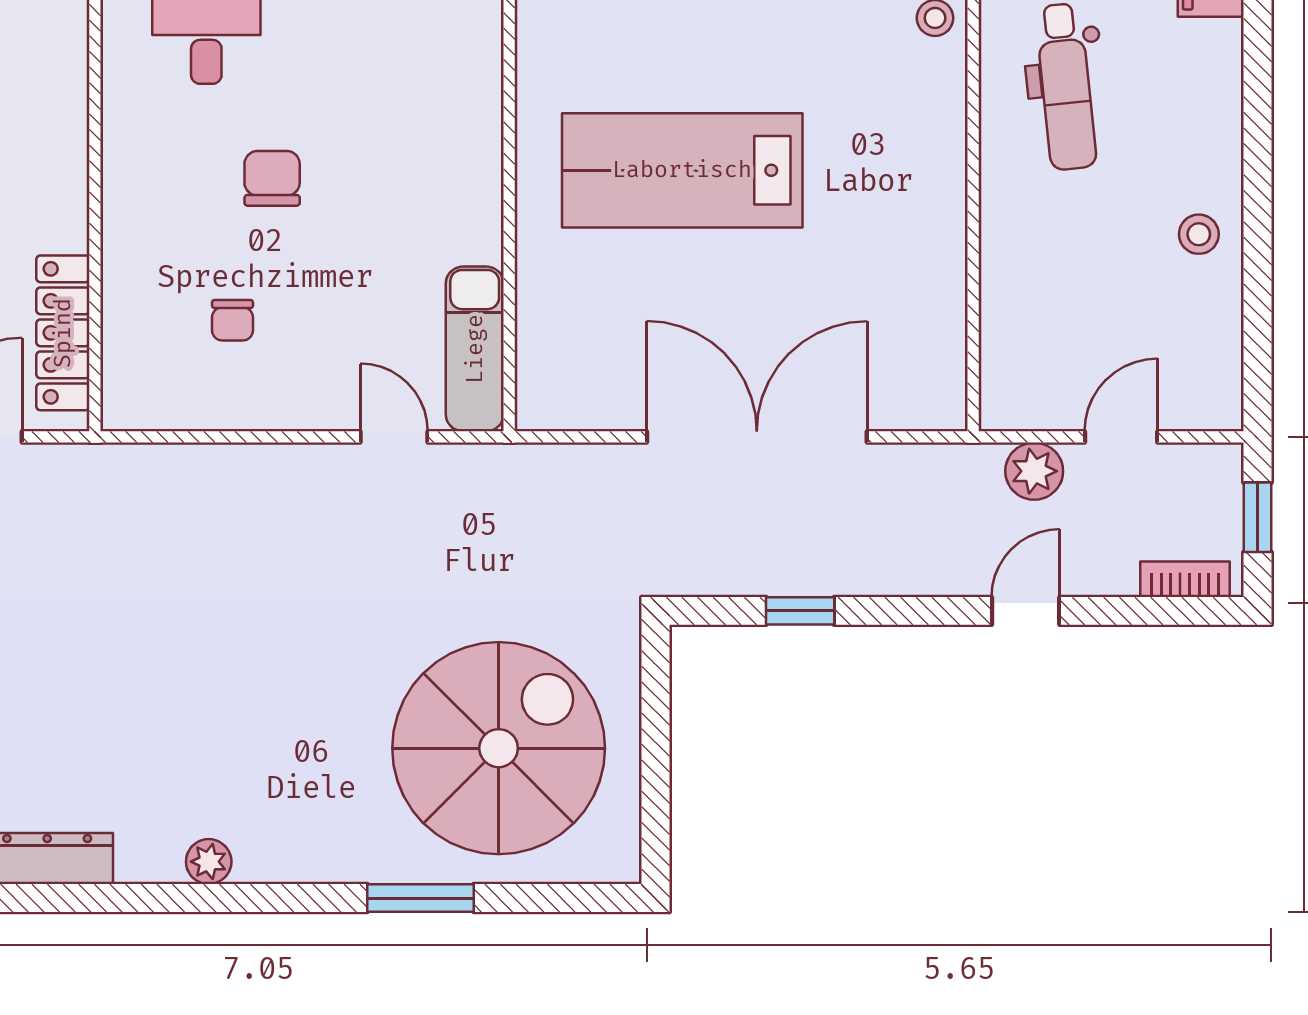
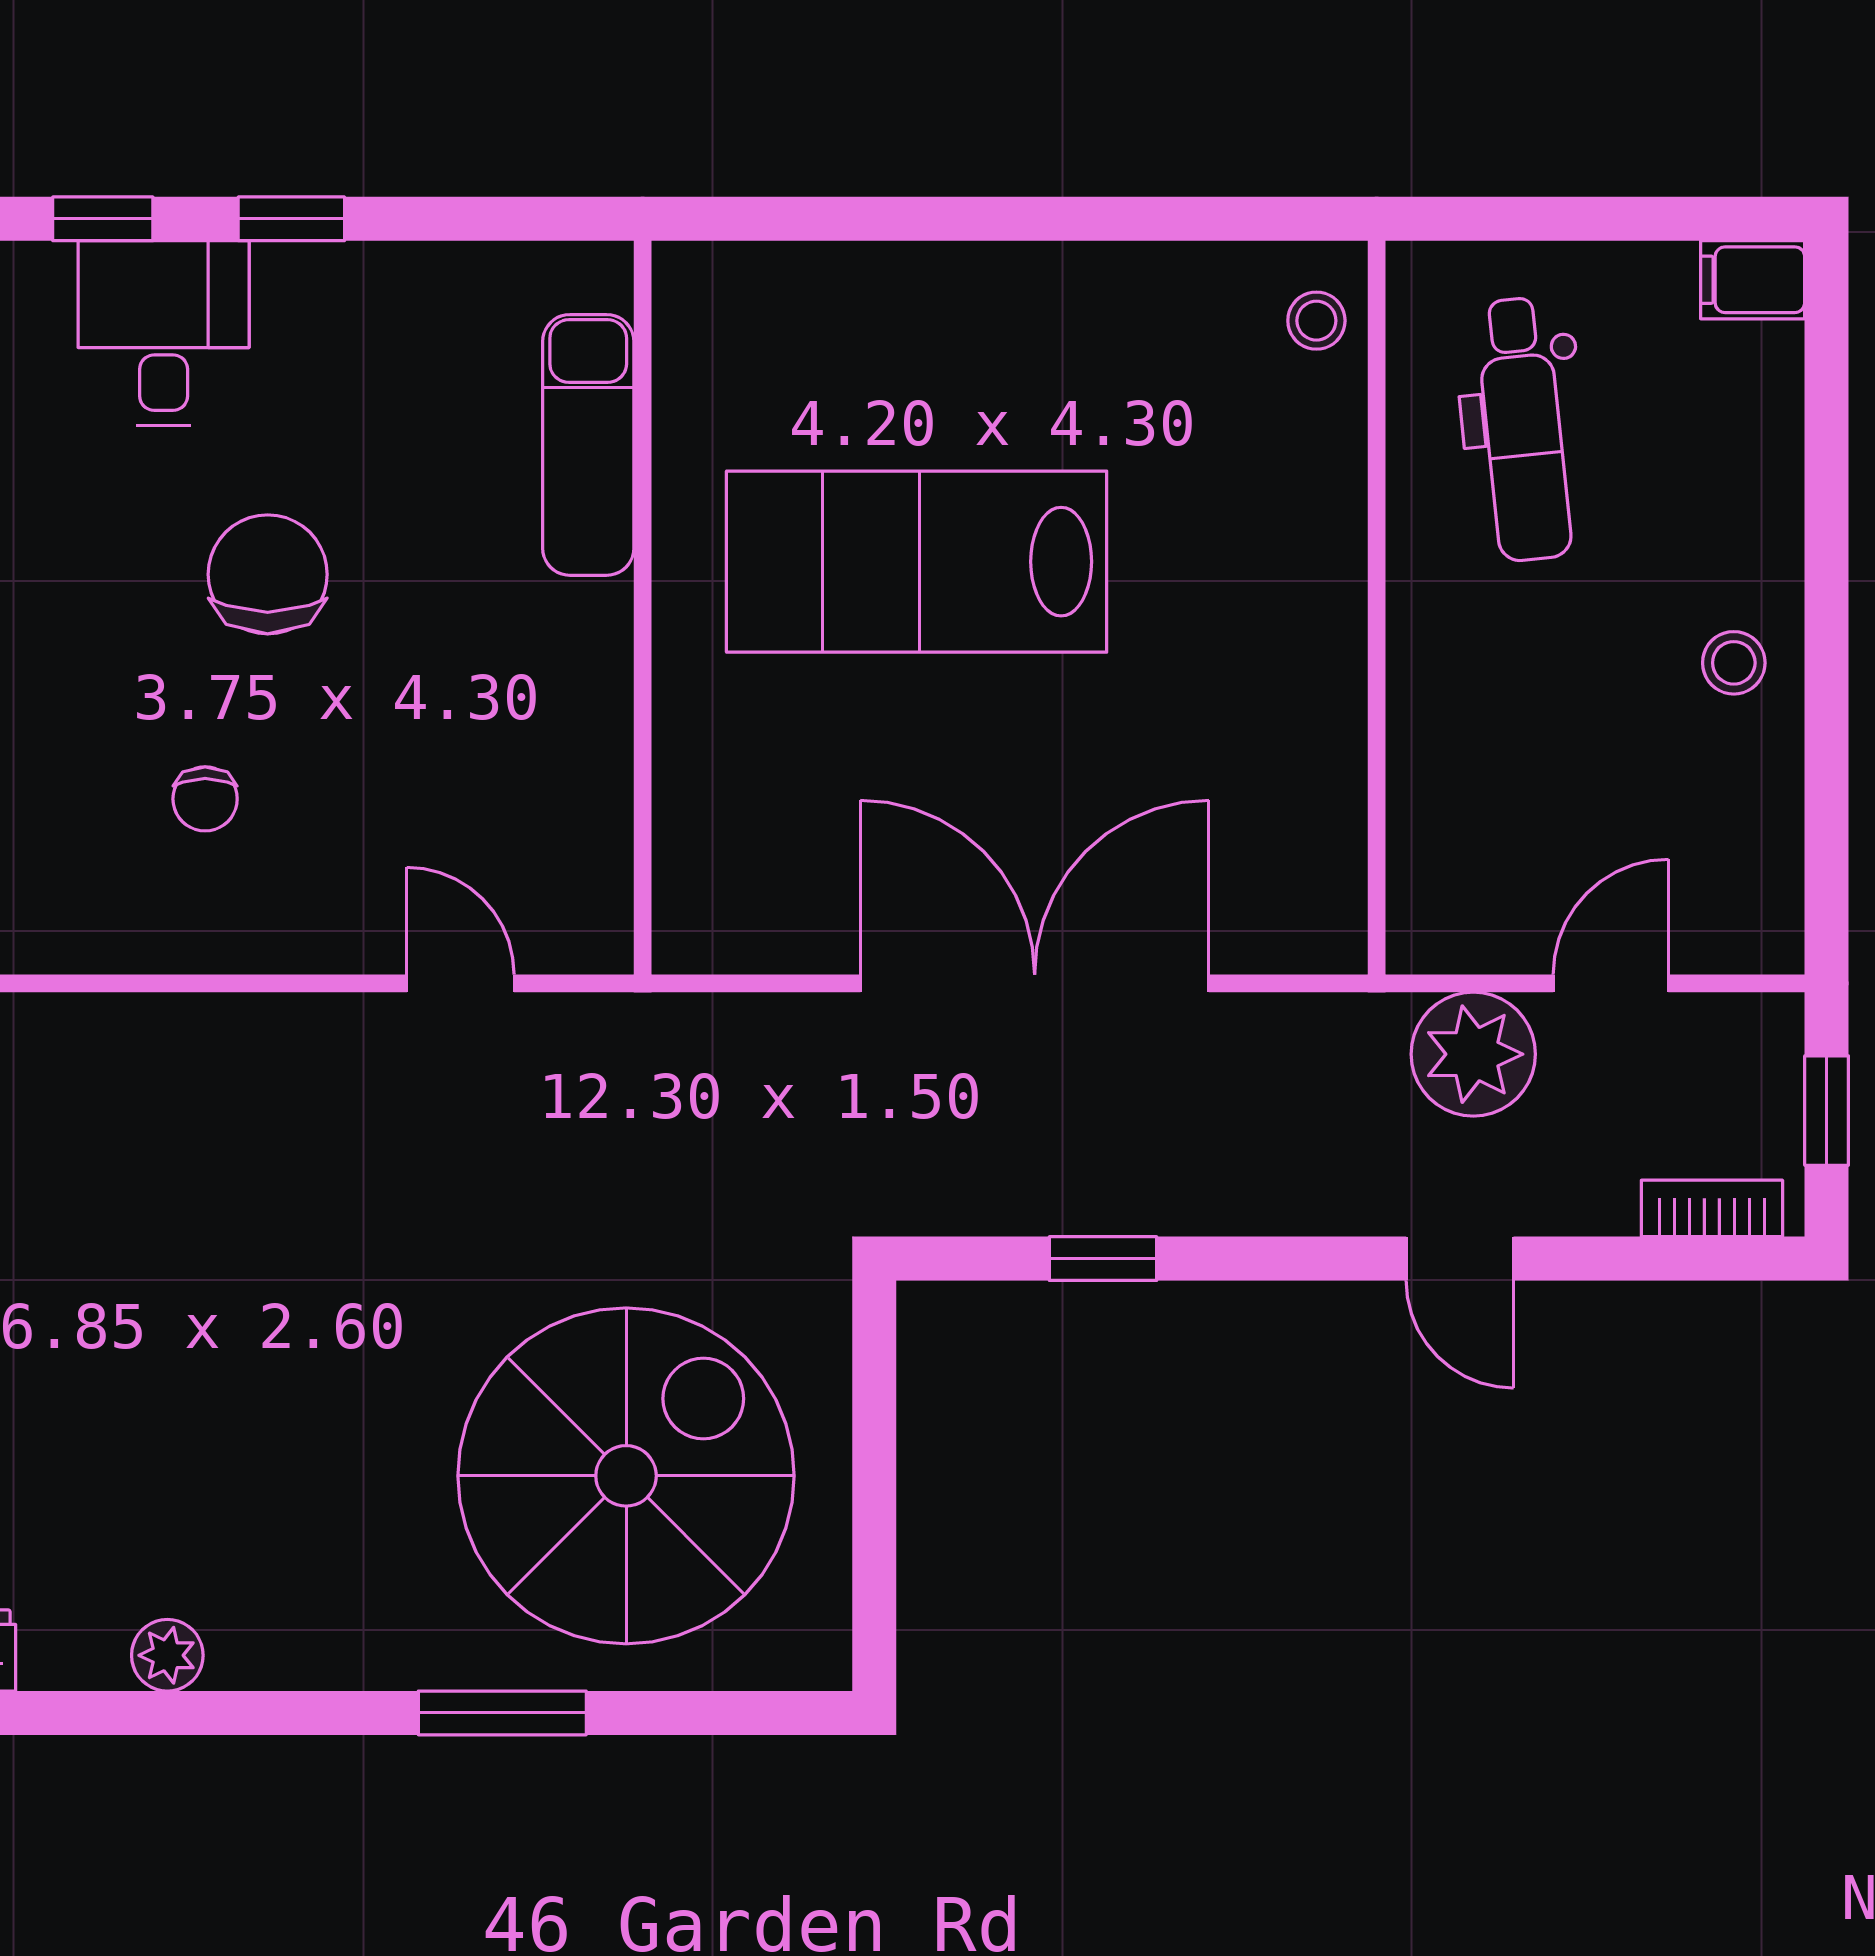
chair: (272, 178) -> (268, 574), width x1.37, depth x1.37
exam couch: (475, 349) -> (588, 445), moved
plant: (1034, 471) -> (1473, 1054), width x1.36, depth x1.36
door: (1026, 611) -> (1460, 1259), swing flipped

